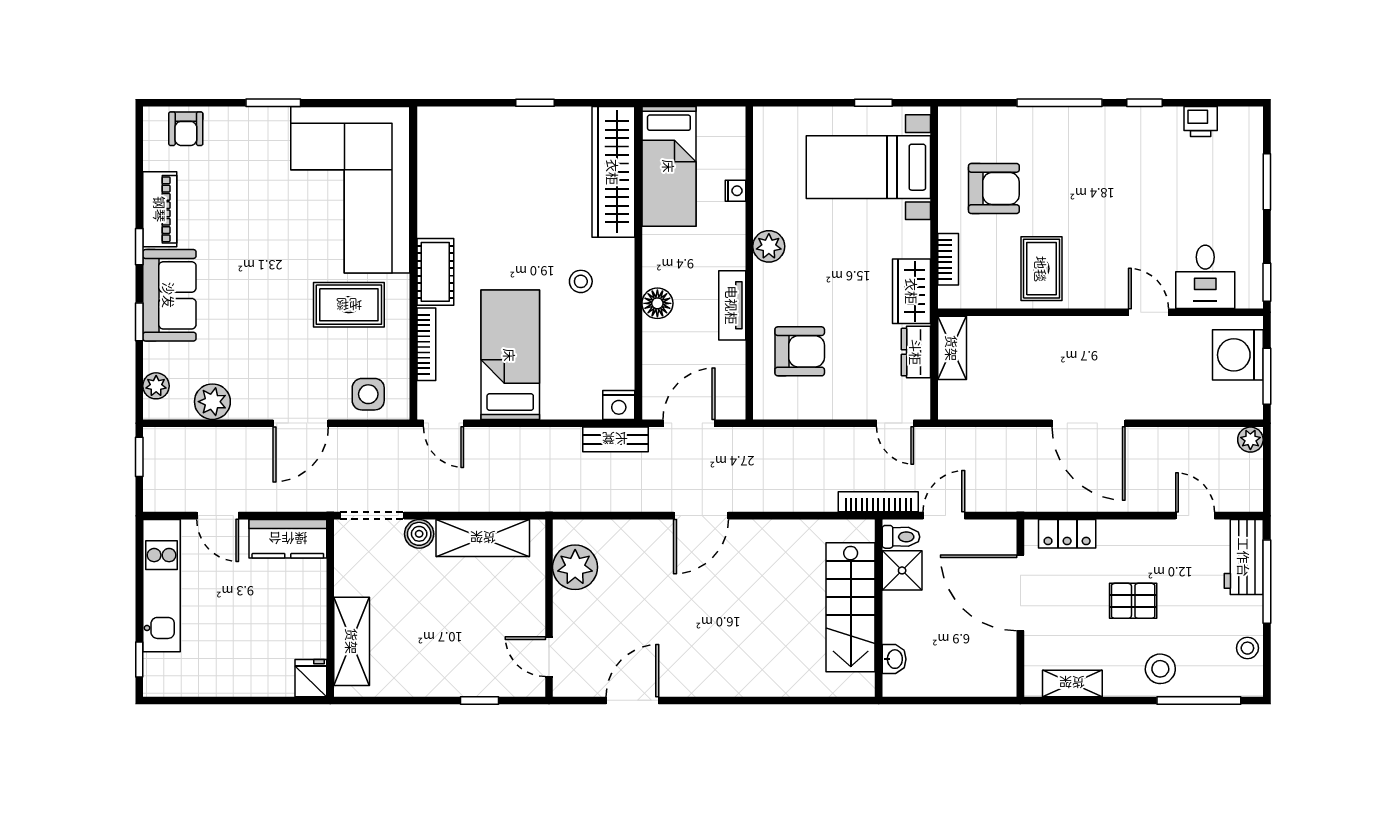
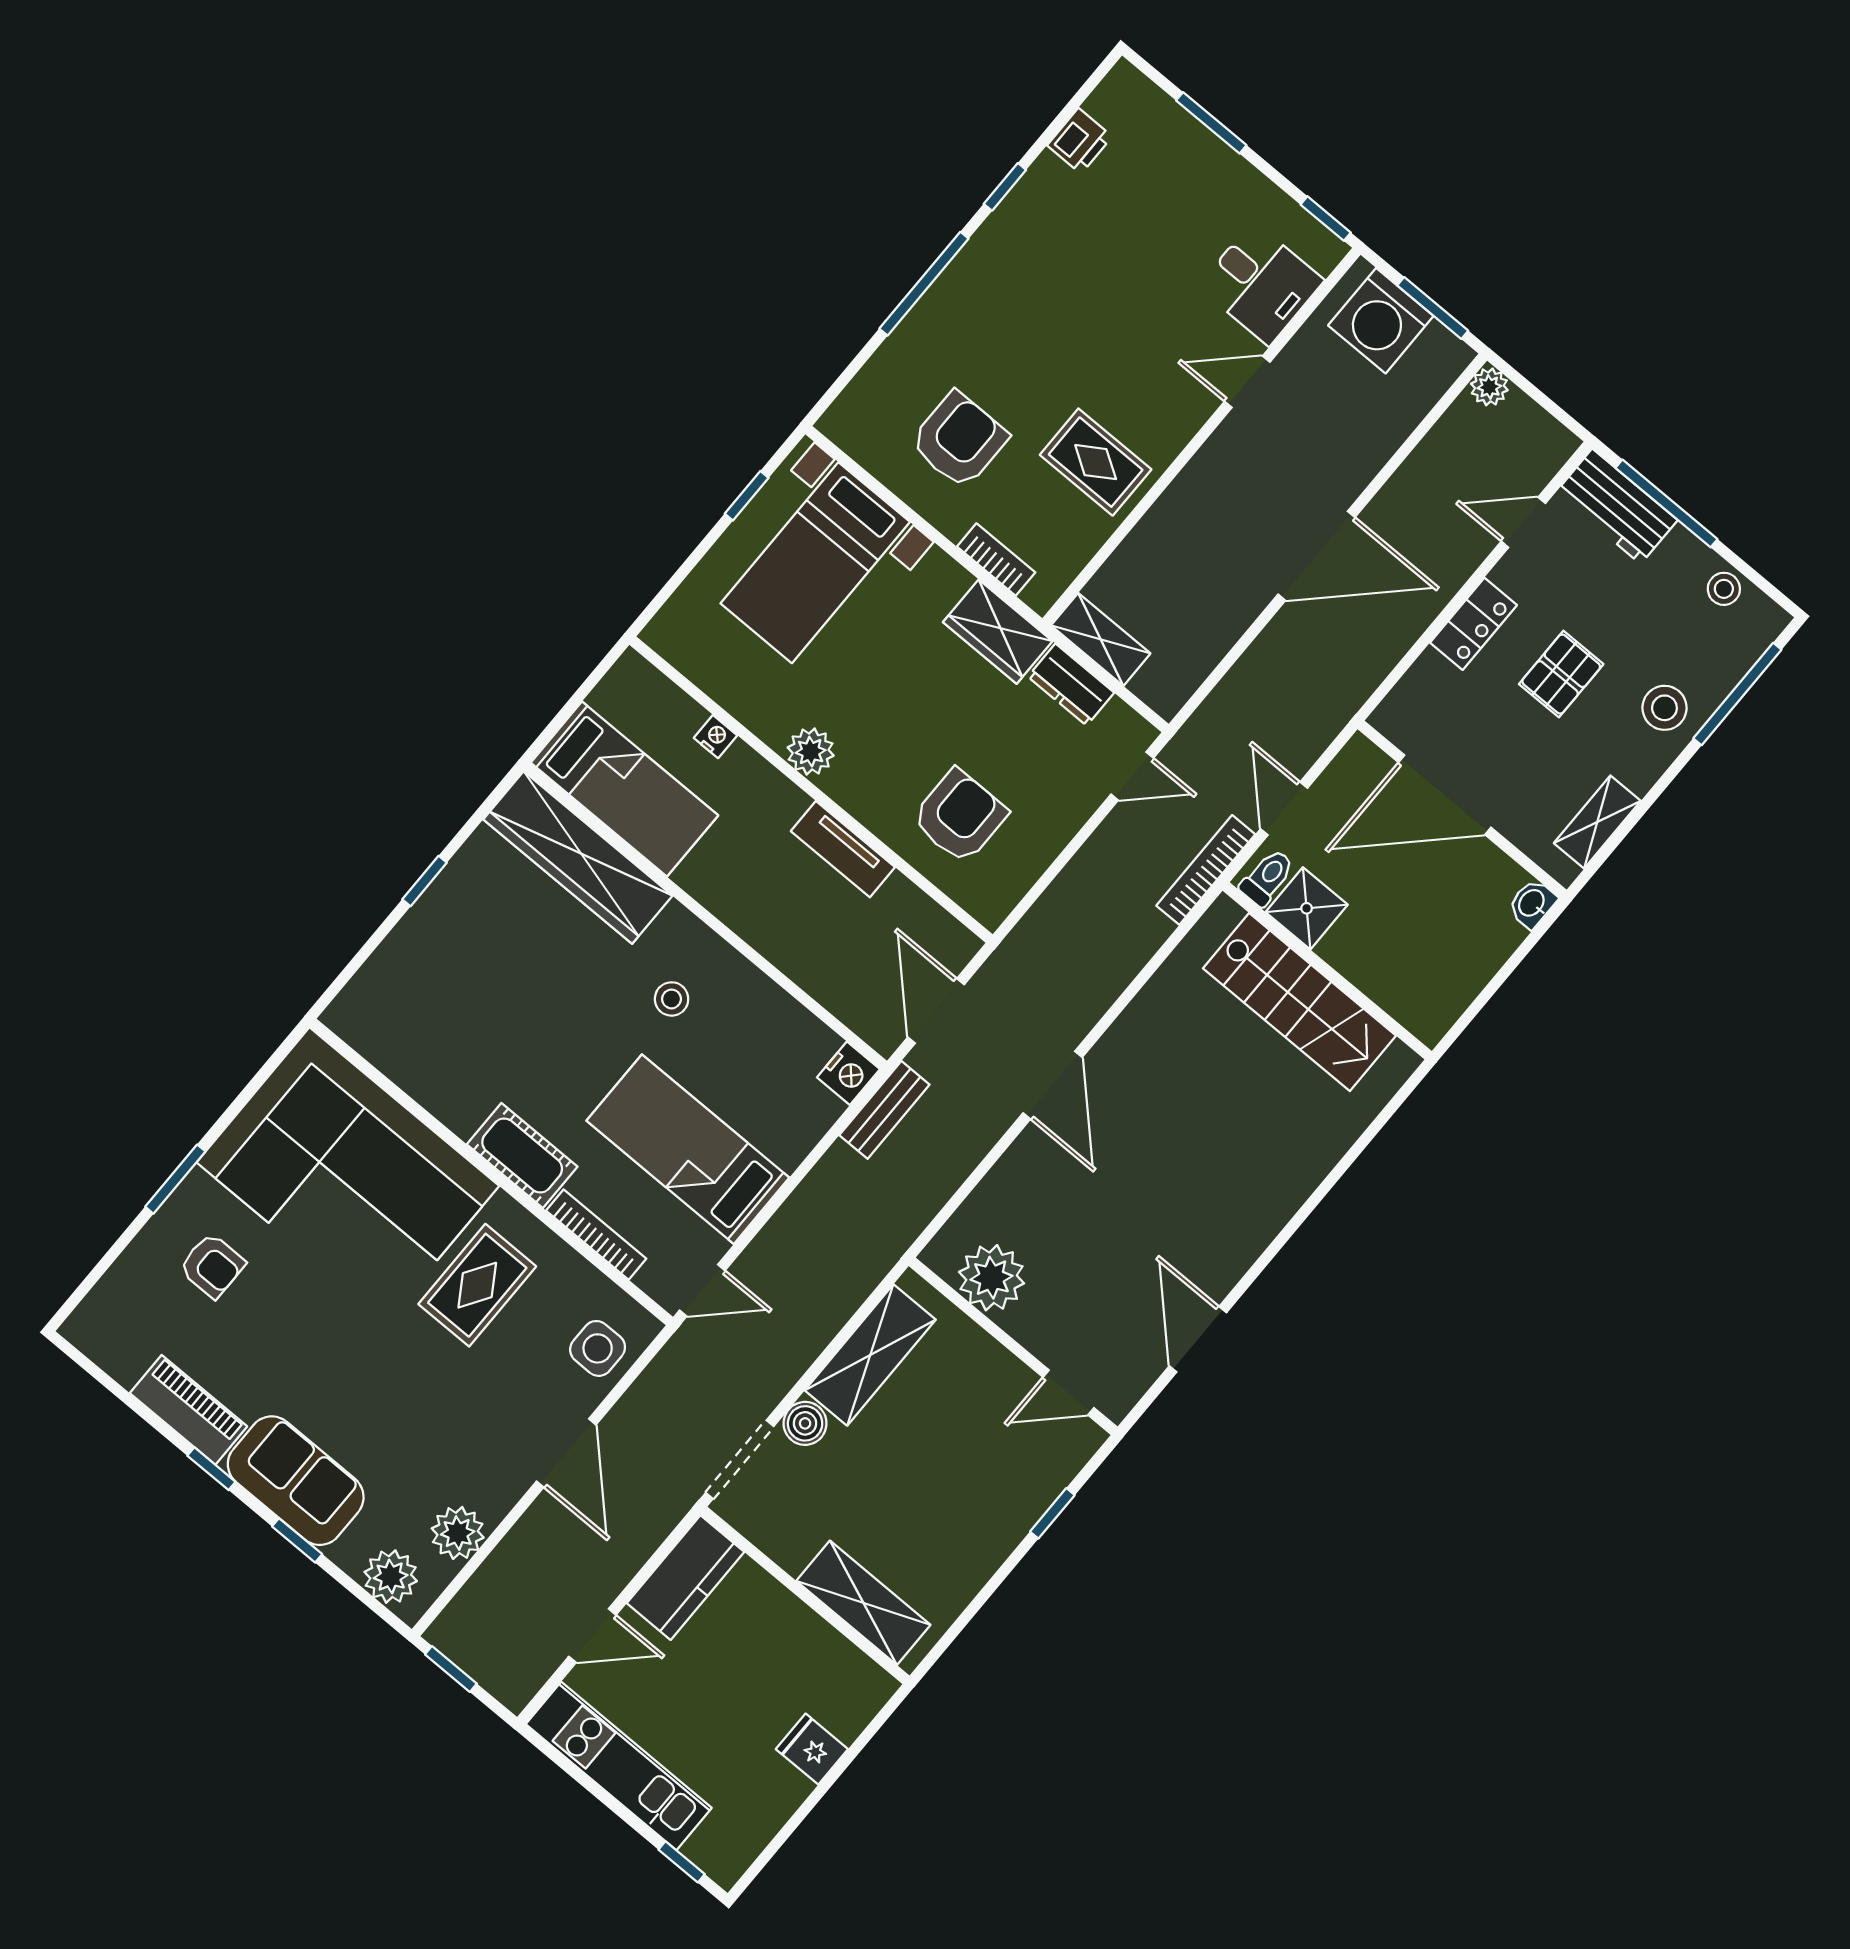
armchair: (186, 129) -> (212, 1266), moved
floor lamp: (657, 303) -> (769, 933), removed
plant: (156, 386) -> (391, 1577), width x1.38, depth x1.38
locker: (1067, 534) -> (1473, 624), moved
washbasin: (894, 659) -> (1532, 904), moved, turned -90
fridge: (311, 678) -> (812, 1749), moved

